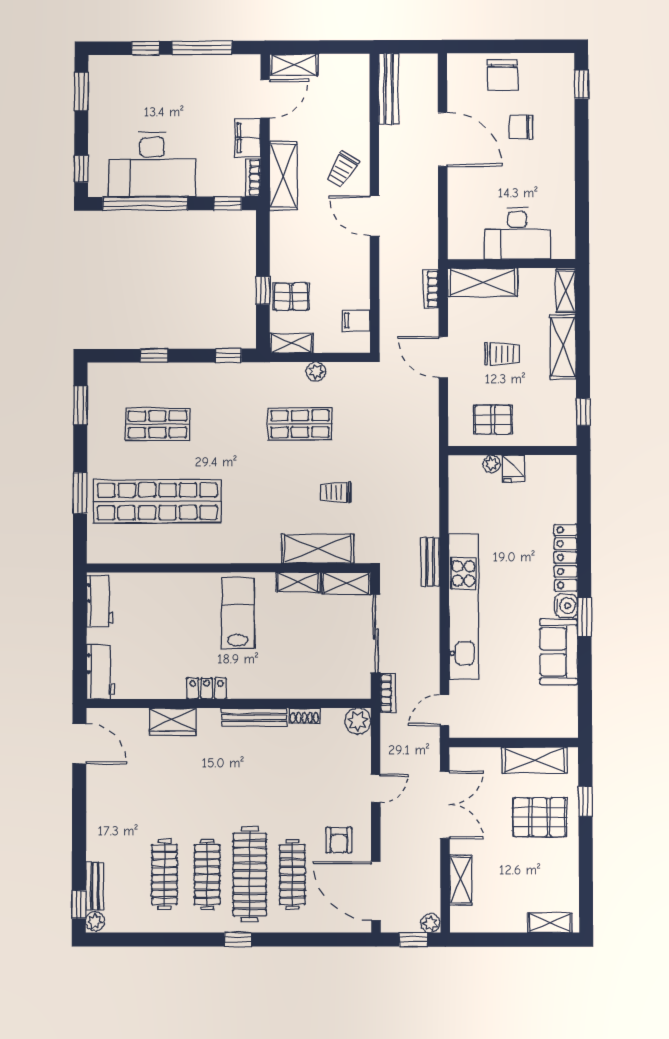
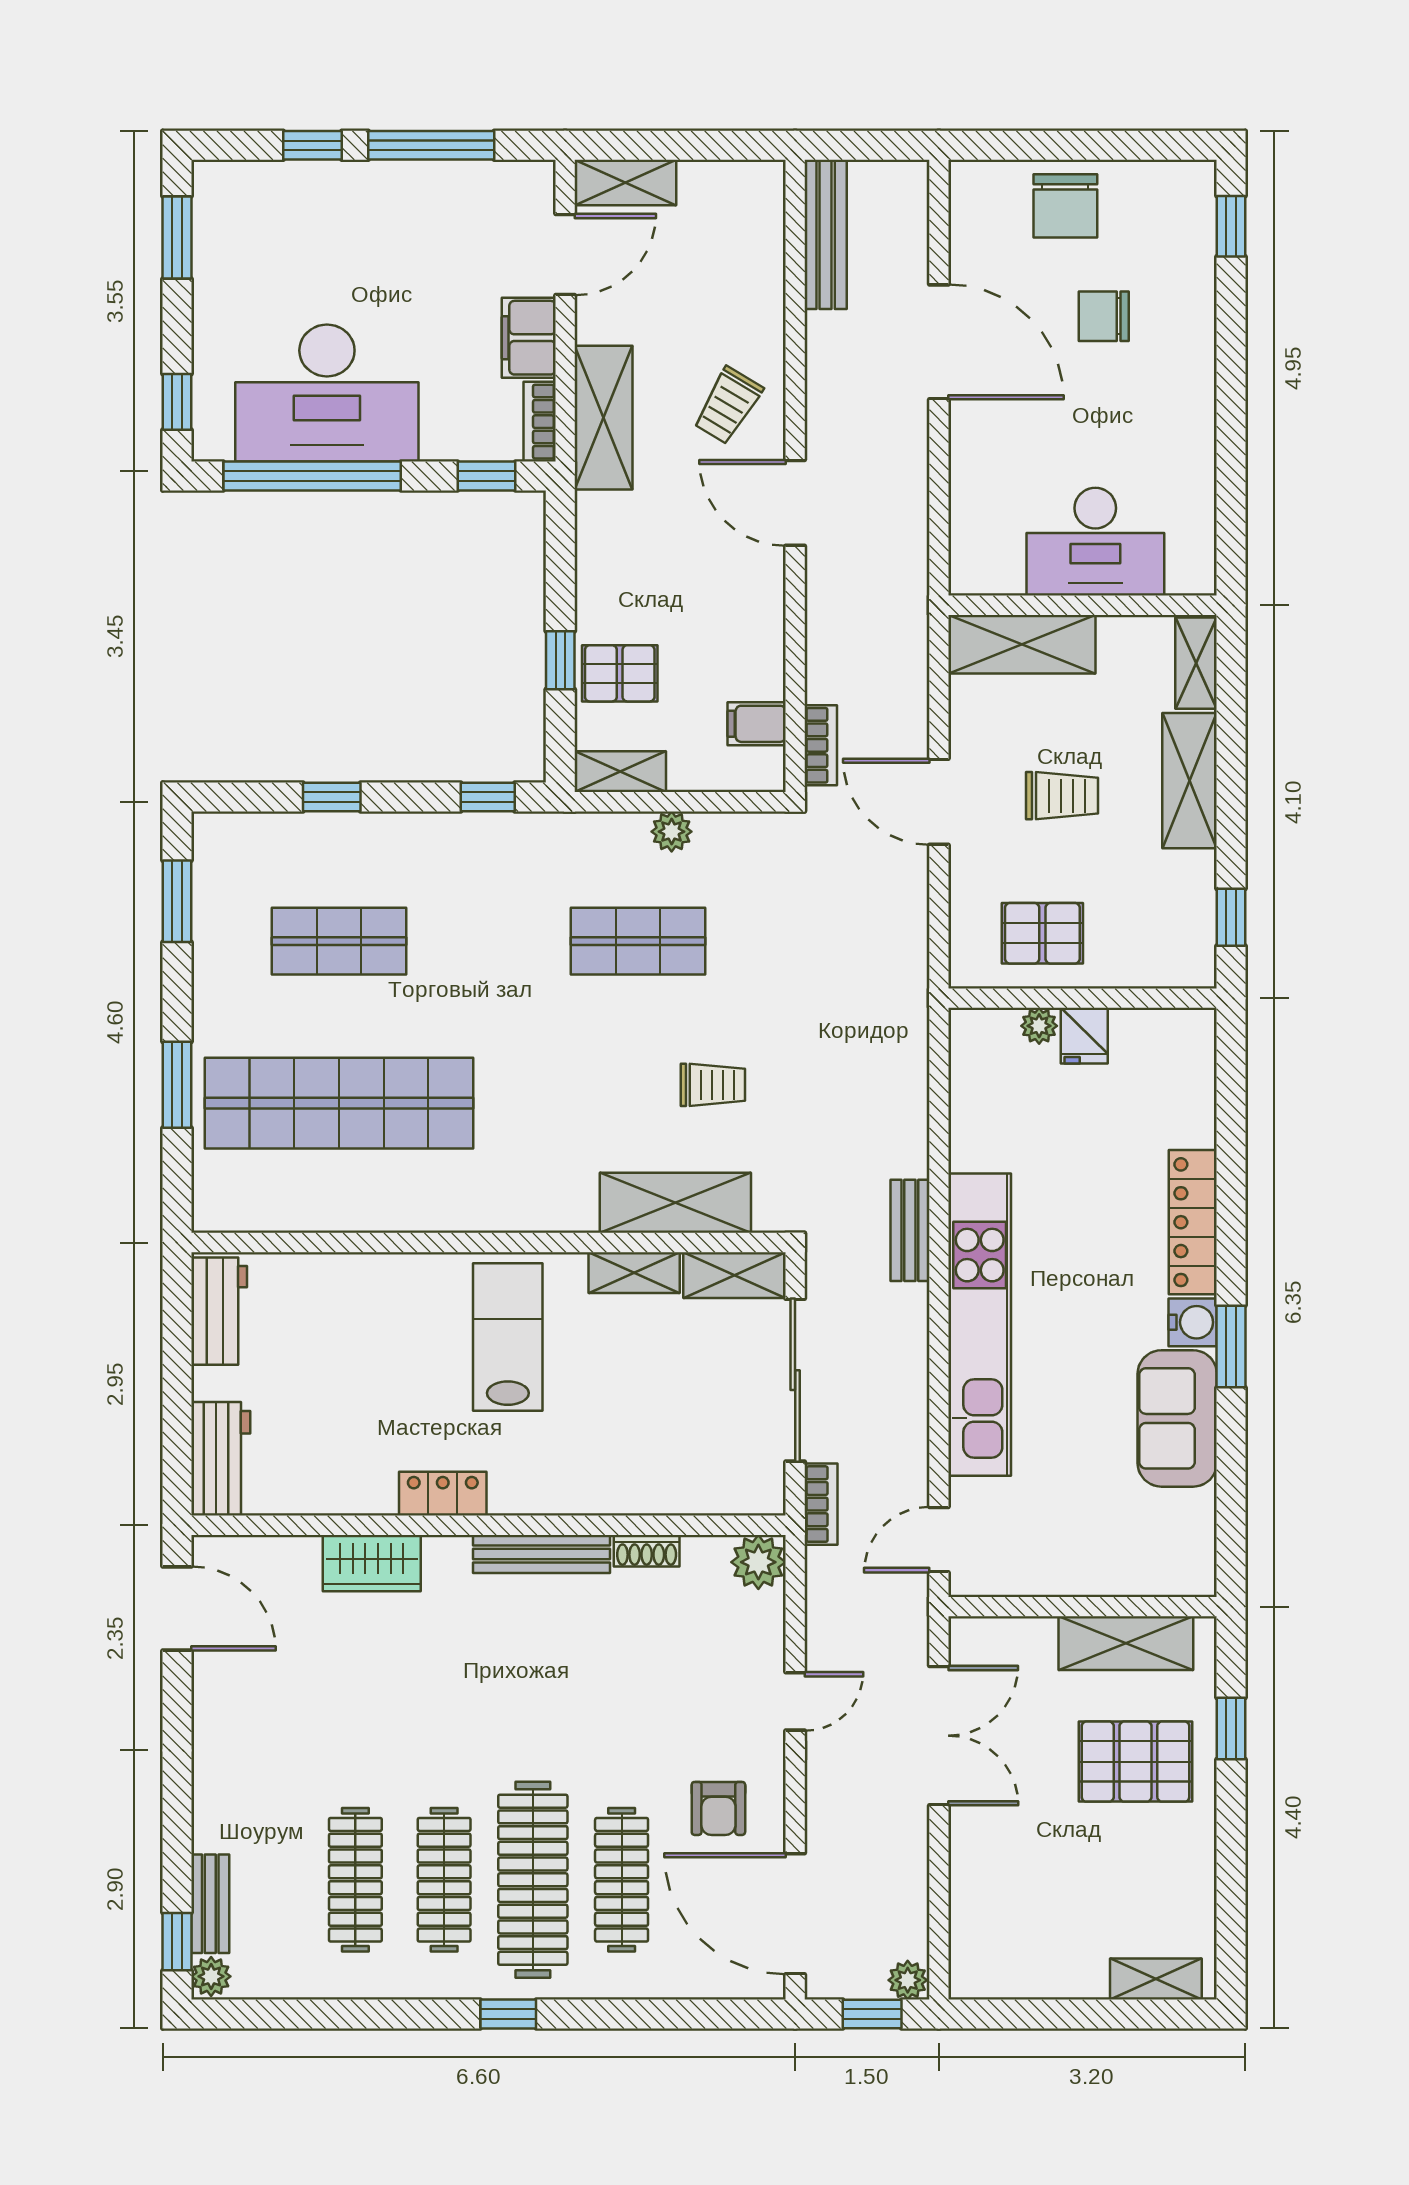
bookcase: (431, 289) -> (821, 745), moved, turned 180
trolley: (336, 492) -> (713, 1085), turned 180
shelving: (461, 880) -> (971, 1891), removed

